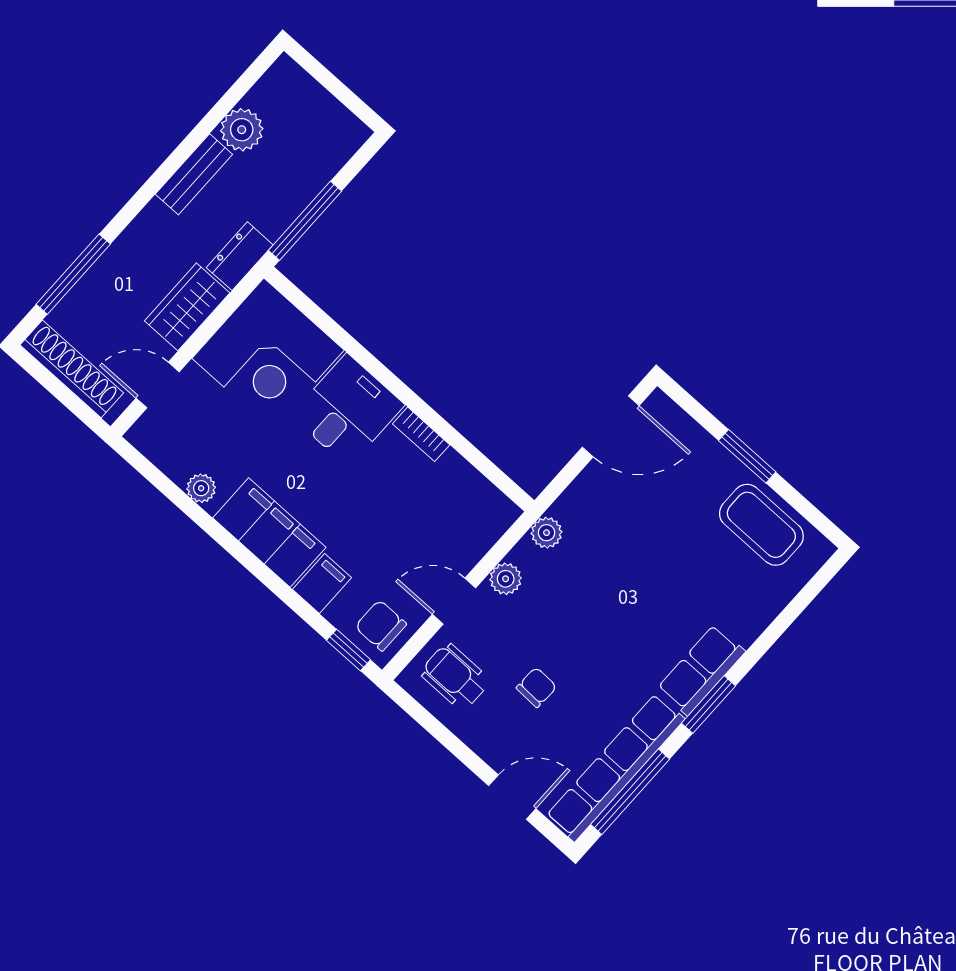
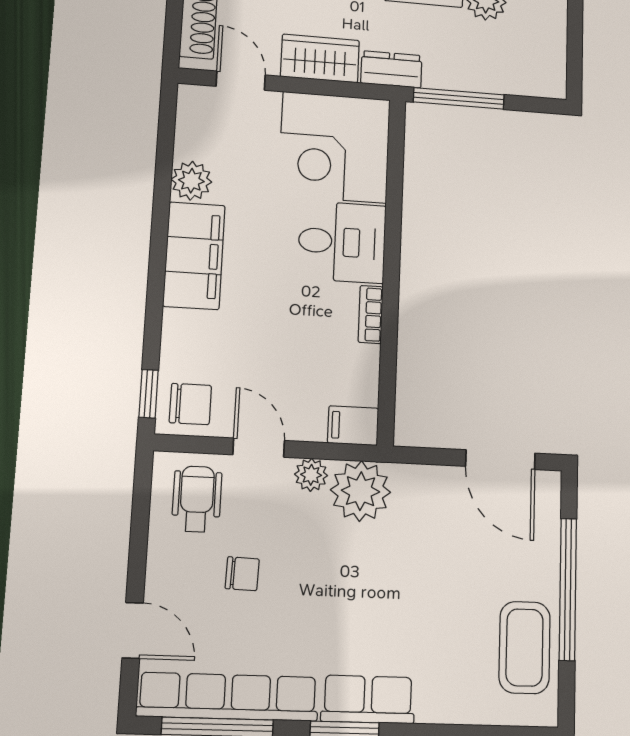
window: (747, 456) -> (568, 589), width x2.11
plant: (201, 488) -> (191, 181), width x1.38, depth x1.38
plant: (547, 533) -> (361, 491), width x1.88, depth x1.88
filing cabinet: (322, 584) -> (353, 426), moved, turned 180
chair: (381, 625) -> (190, 404), turned 90

